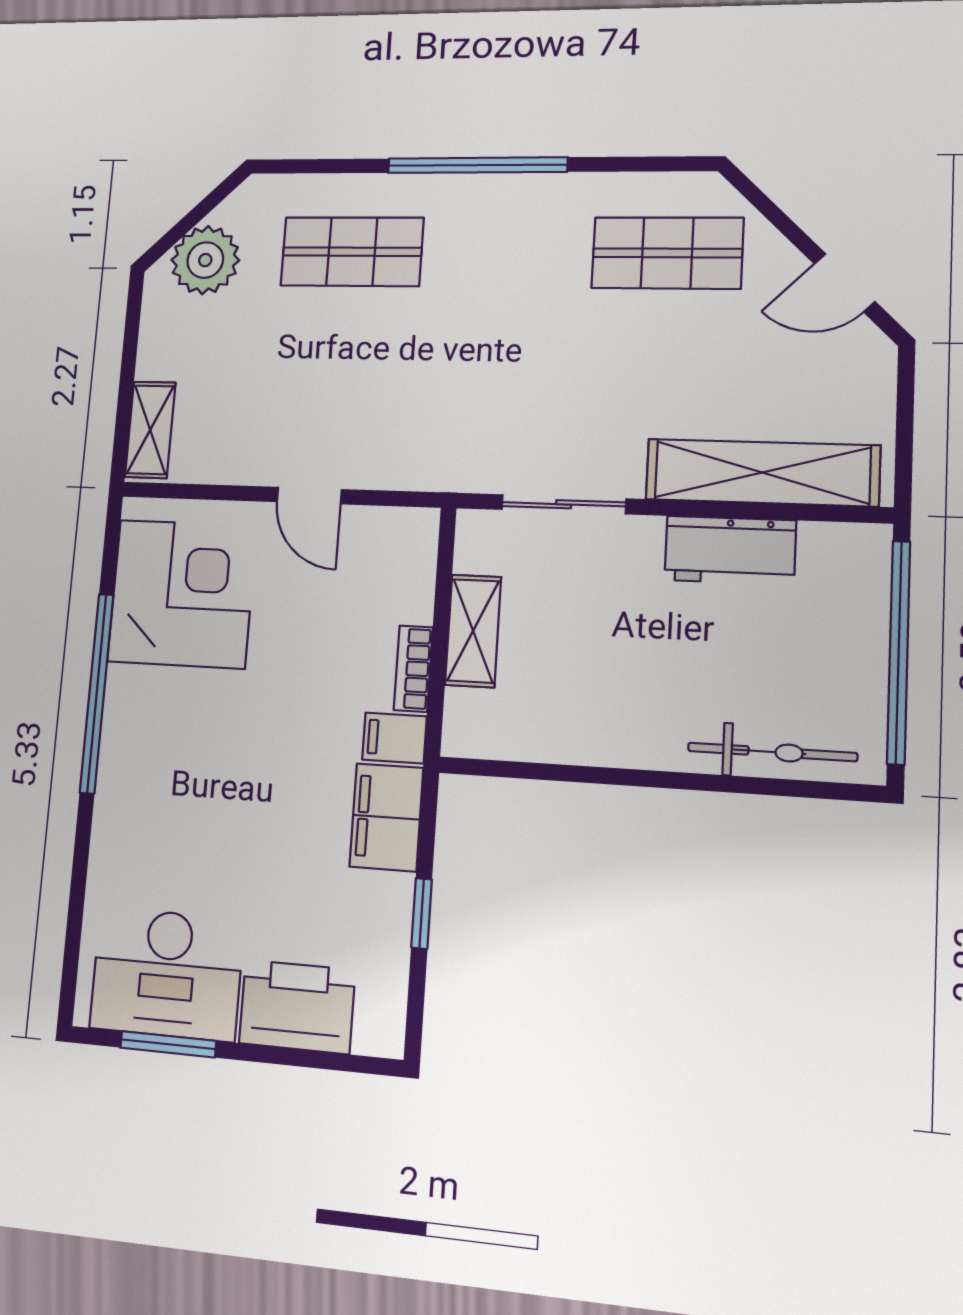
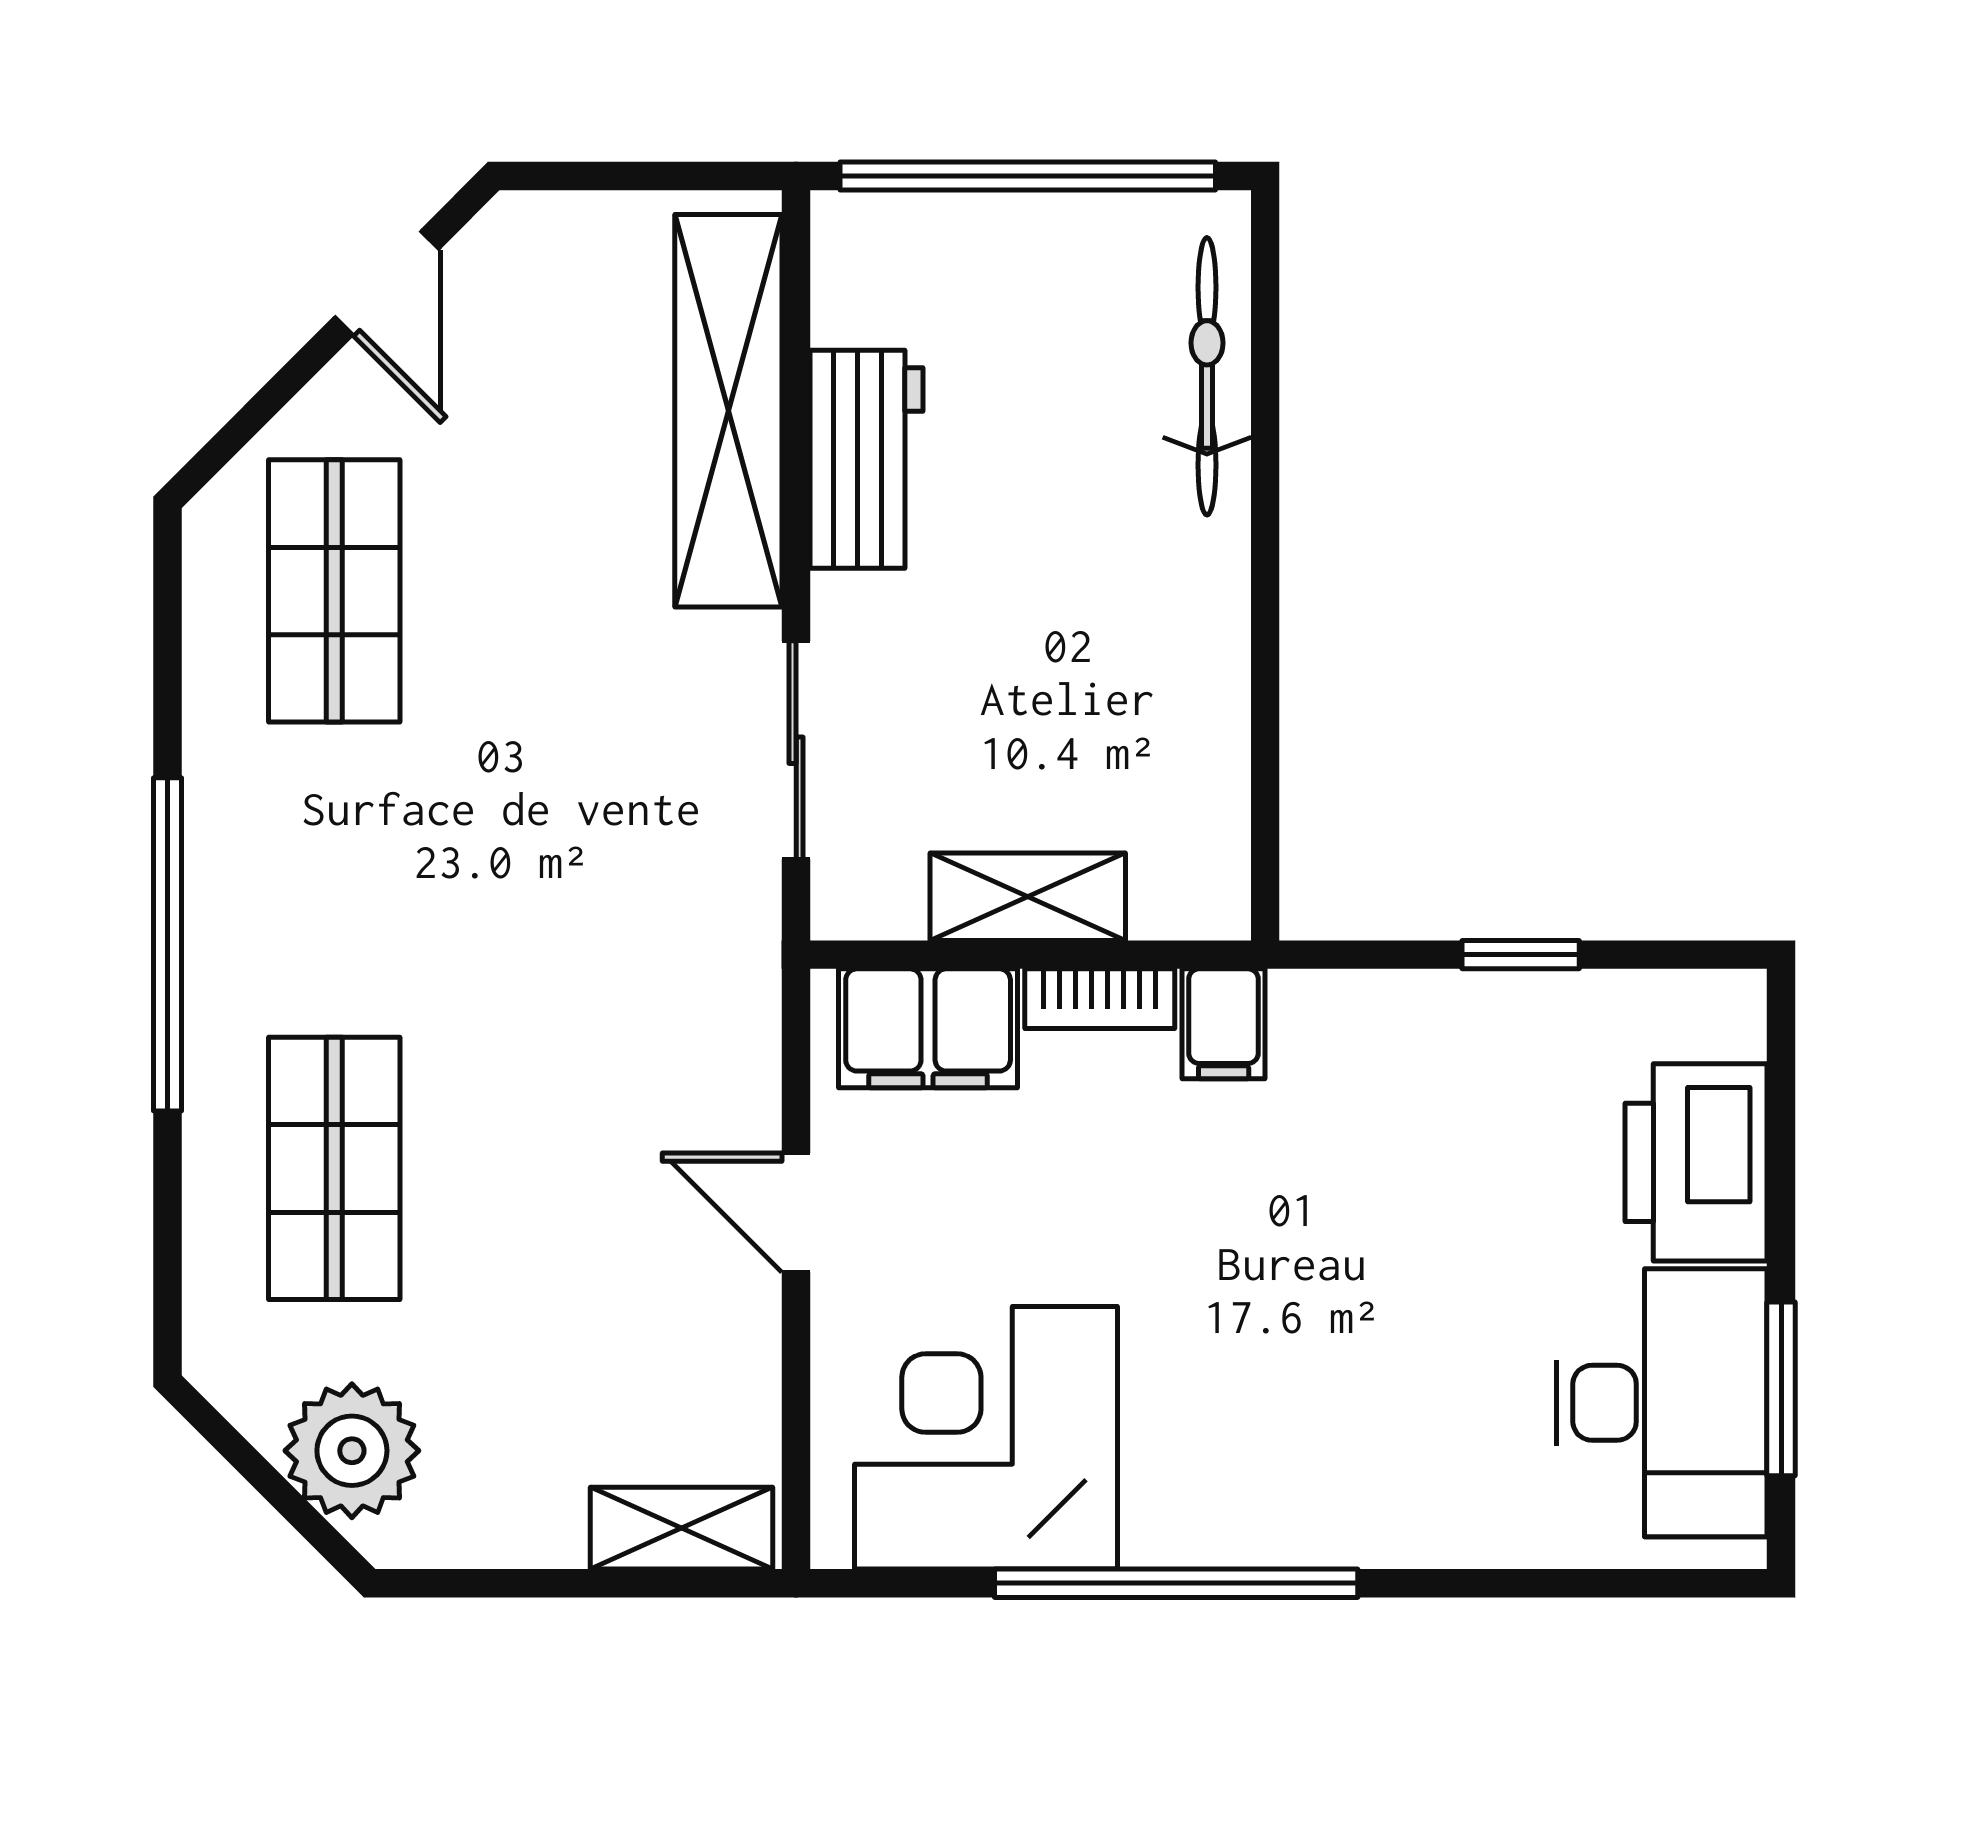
door: (309, 496) -> (796, 1213), swing flipped
filing cabinet: (386, 817) -> (928, 1028), moved

